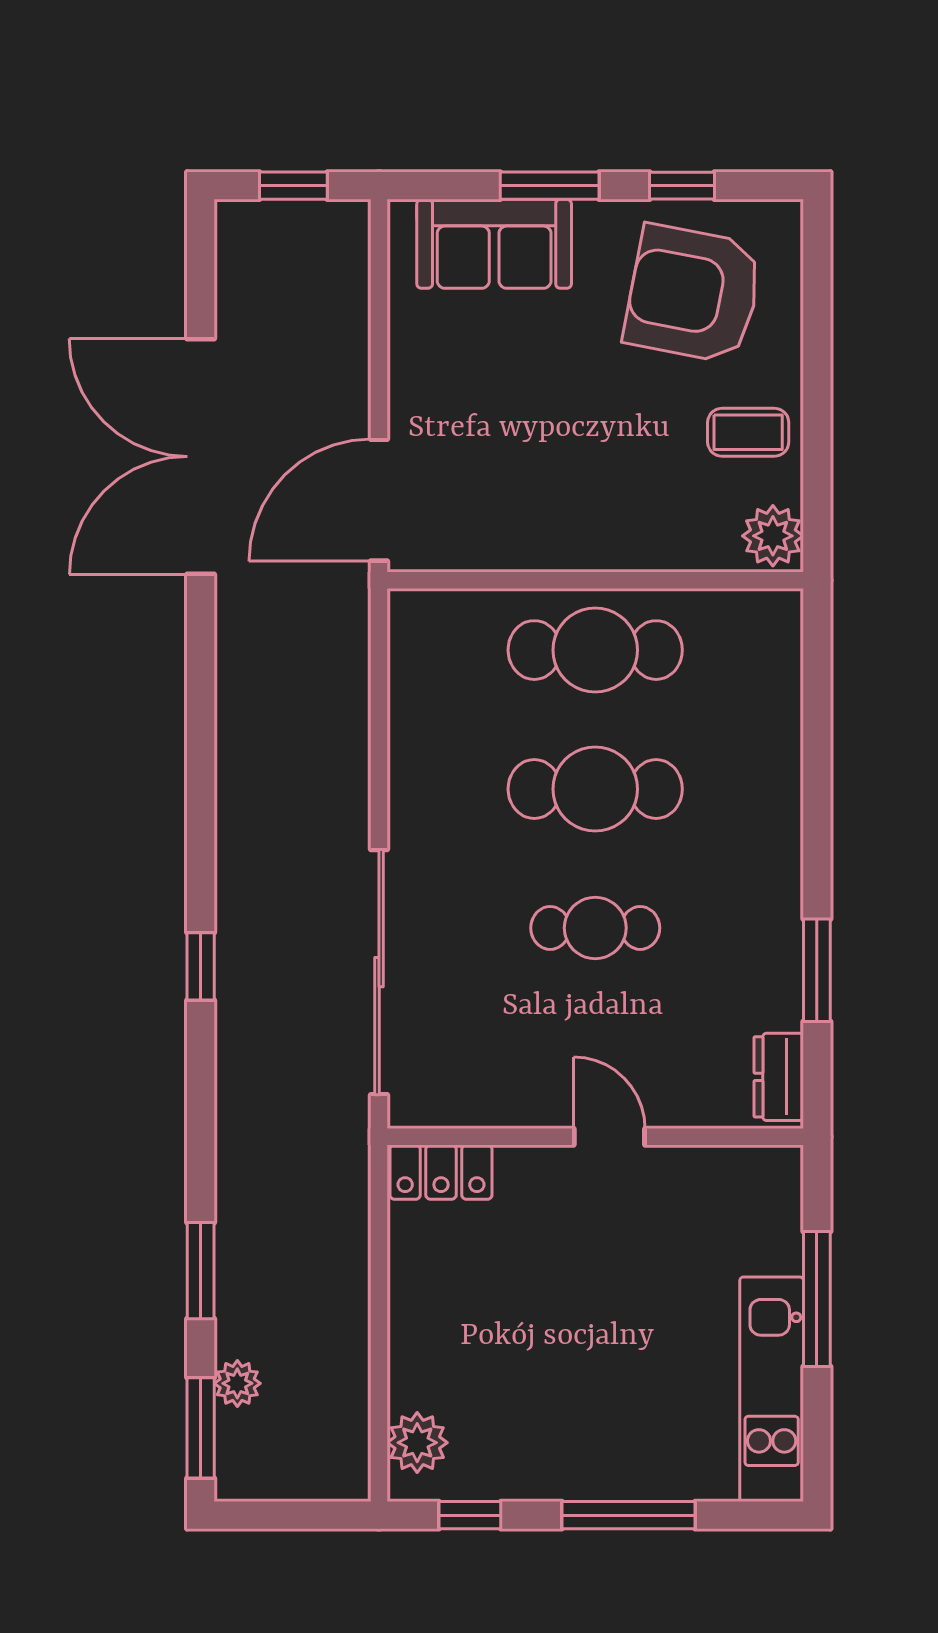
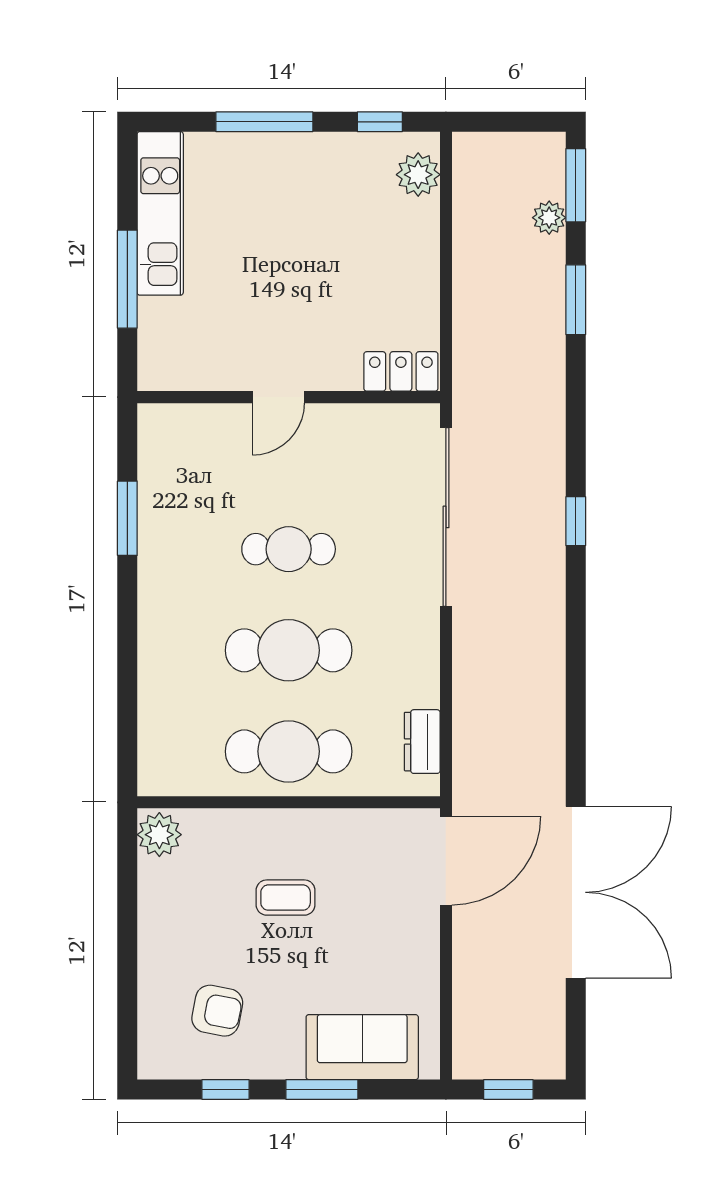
armchair: (693, 294) -> (217, 1011), width x0.53, depth x0.53
coffee table: (748, 432) -> (286, 898), moved
dresser: (779, 1077) -> (422, 742), moved, turned 180
door: (609, 1137) -> (278, 397), hinge flipped

